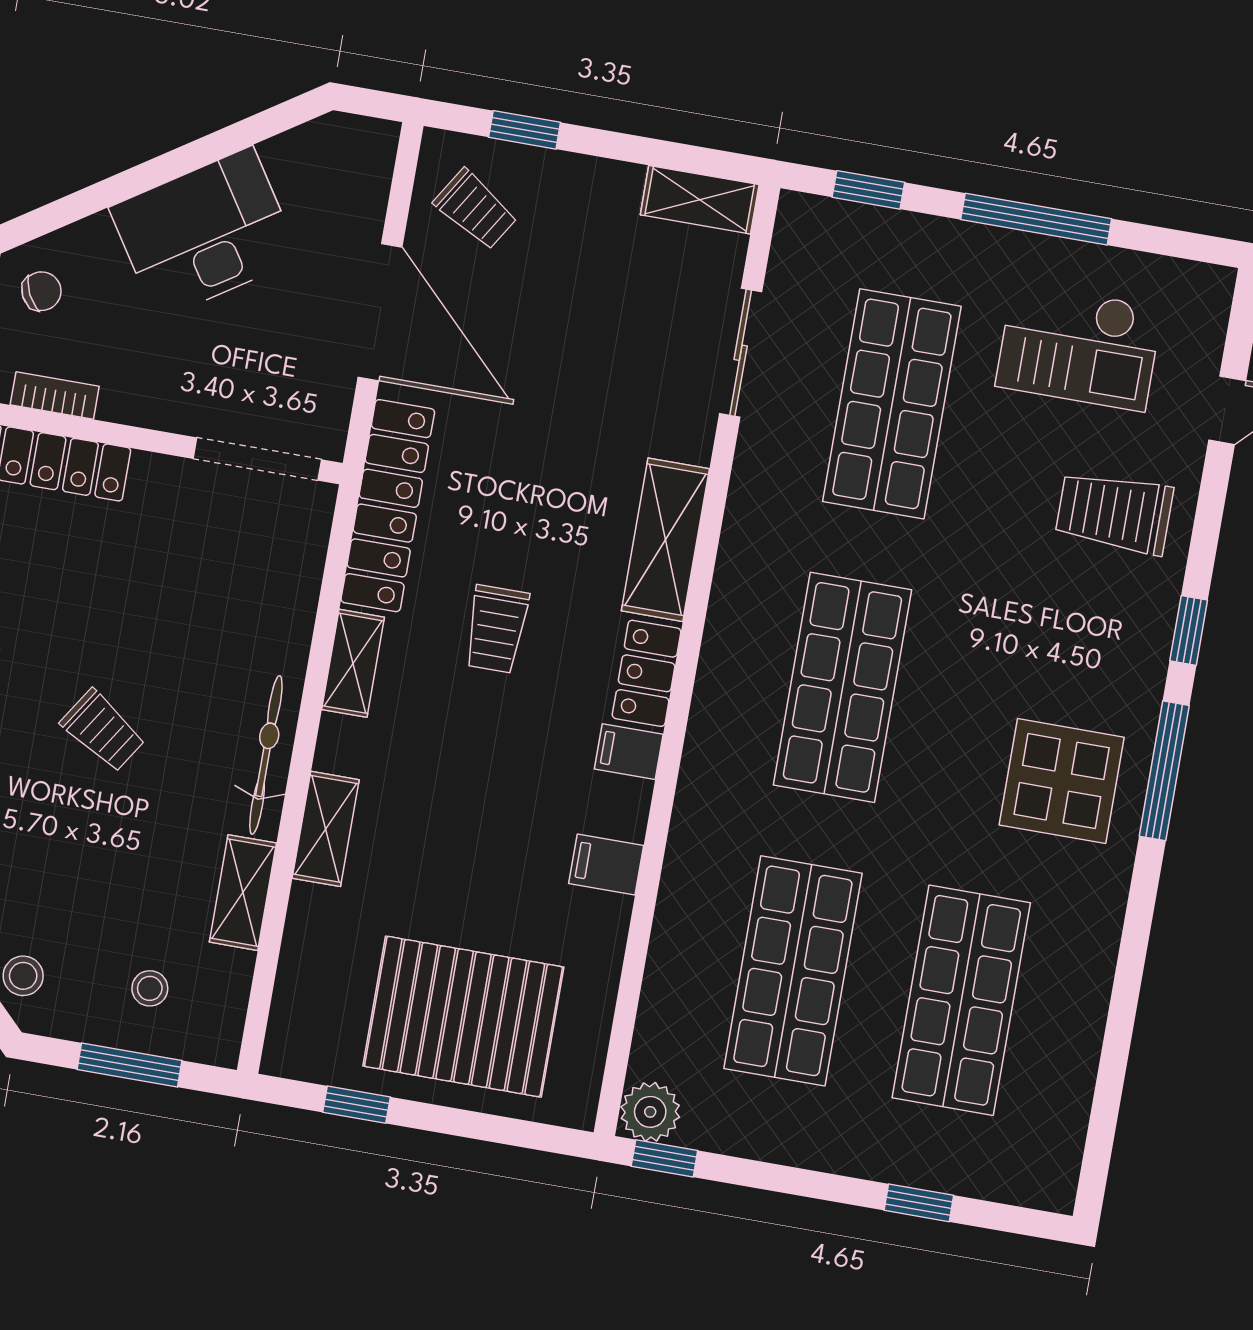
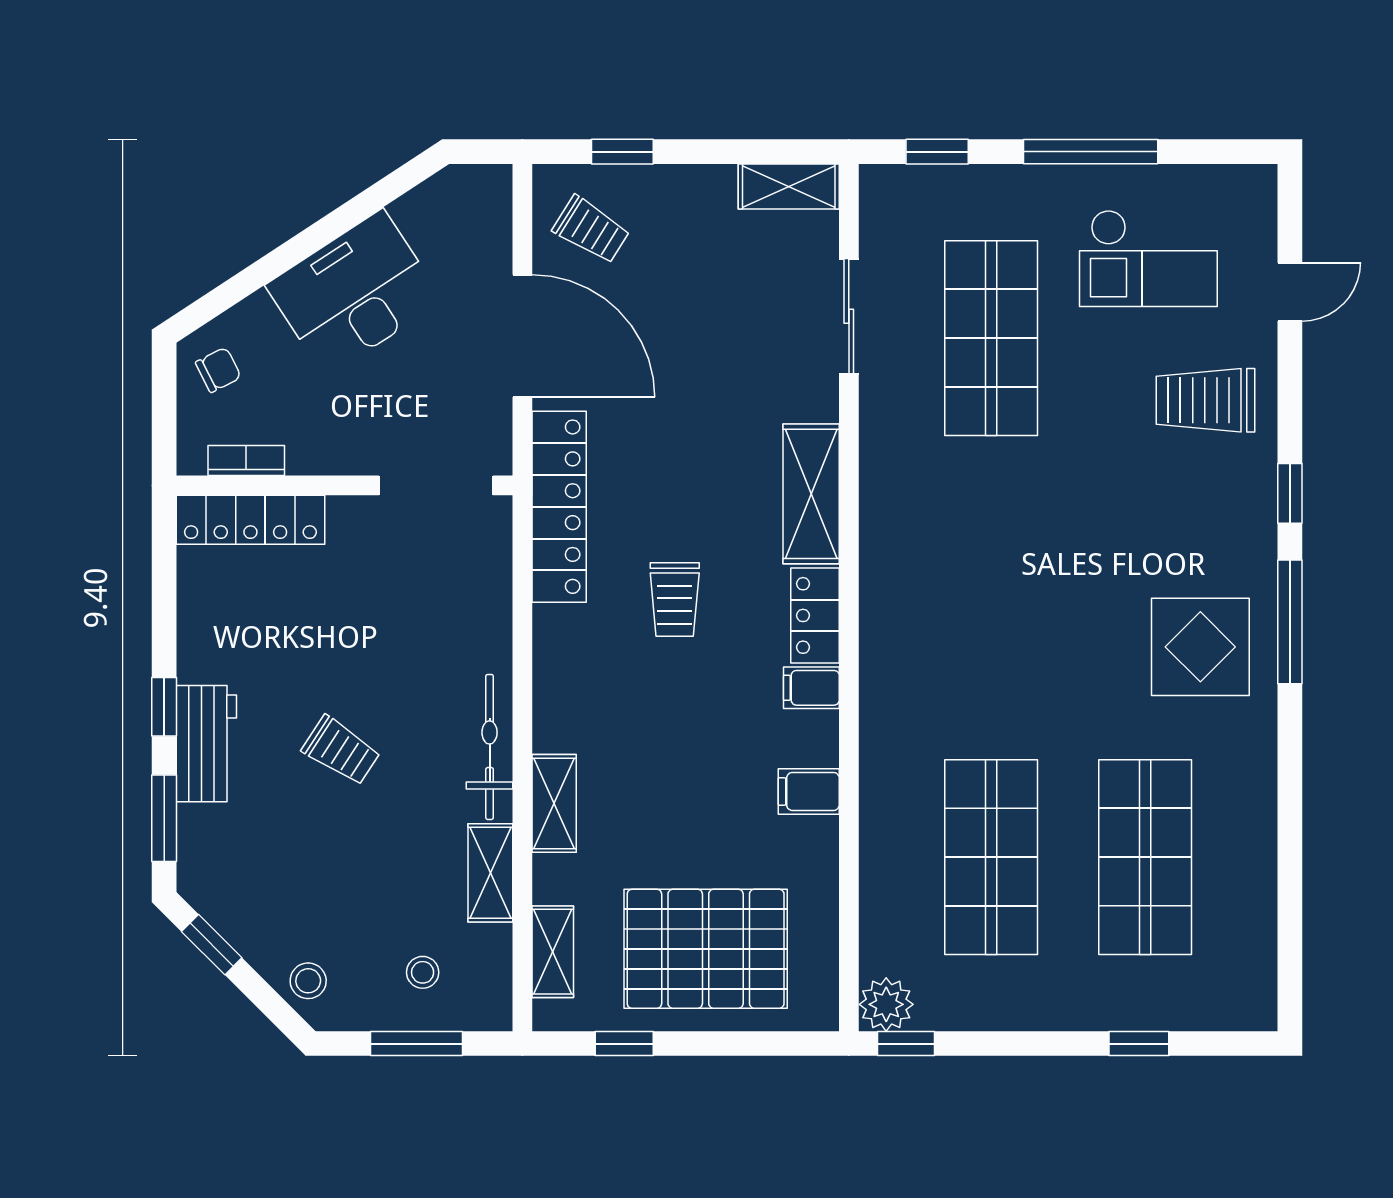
shelving: (353, 663) -> (553, 952), moved
shop shelf: (842, 687) -> (991, 598), removed

